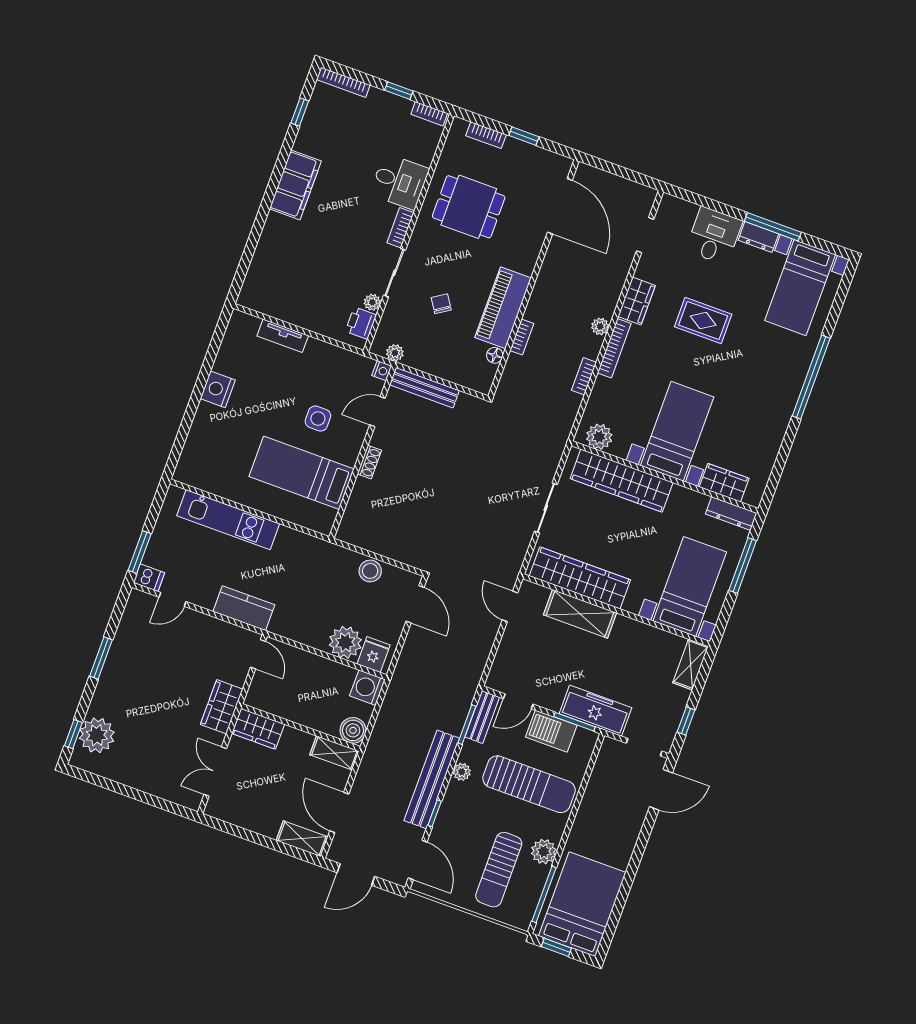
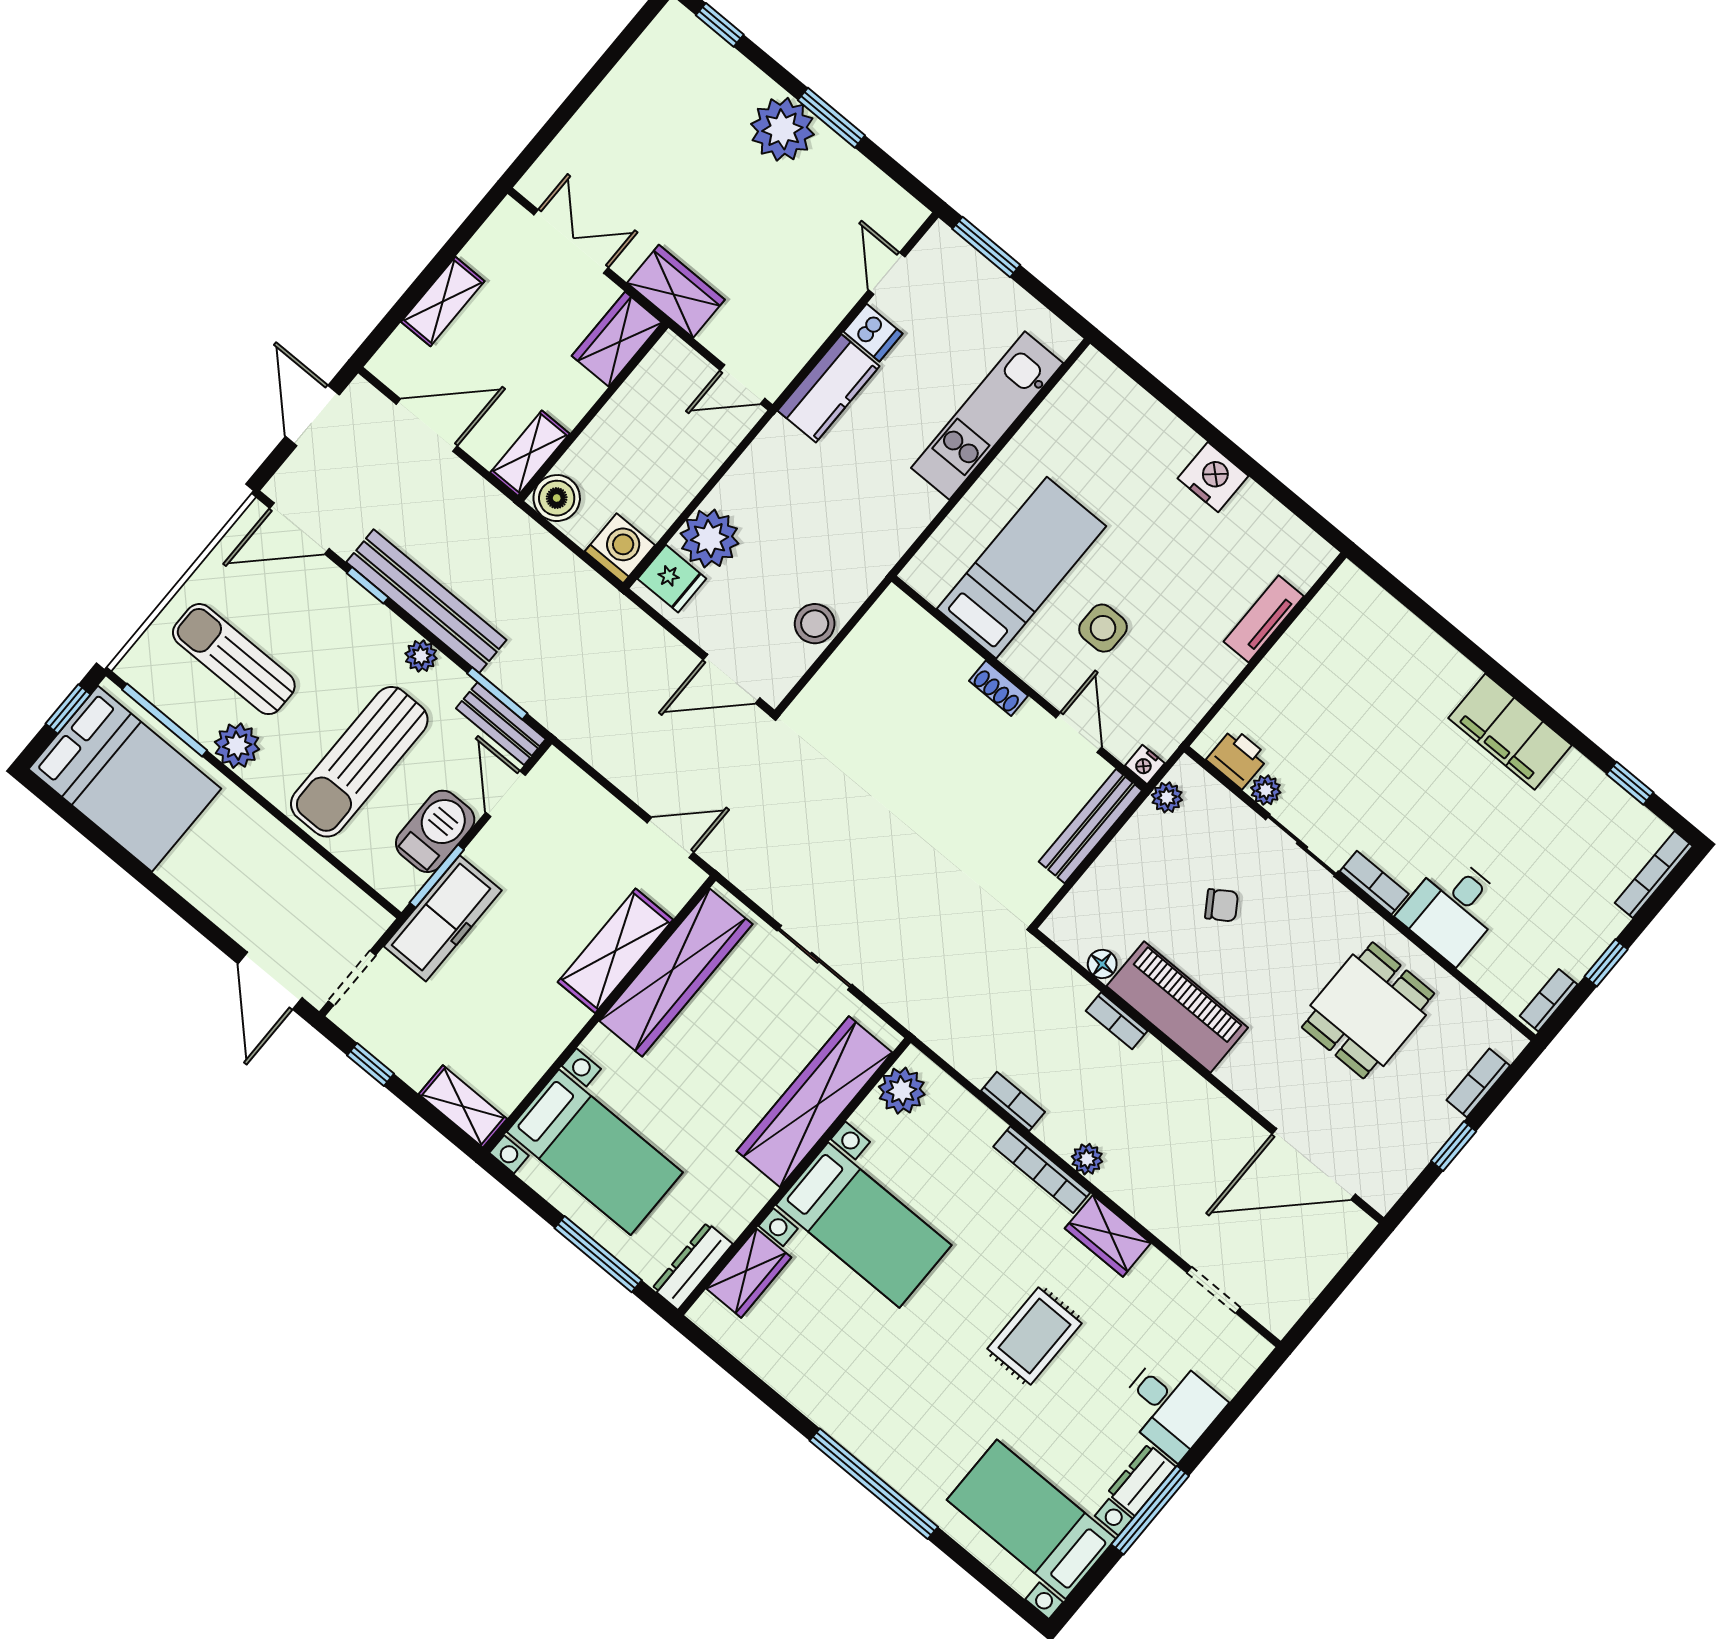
dishwasher: (149, 578) -> (873, 333), moved, turned -90
plant: (97, 735) -> (782, 129), moved
shelving: (302, 839) -> (443, 302), moved

